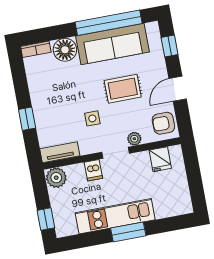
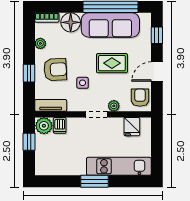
plant: (34, 81) -> (40, 43), added
armchair: (57, 109) -> (55, 70), added
armchair: (163, 123) -> (140, 98), turned 90
dishwasher: (93, 170) -> (60, 125), moved
kitchen unit: (115, 216) -> (119, 166), moved
window: (46, 219) -> (29, 142), moved

